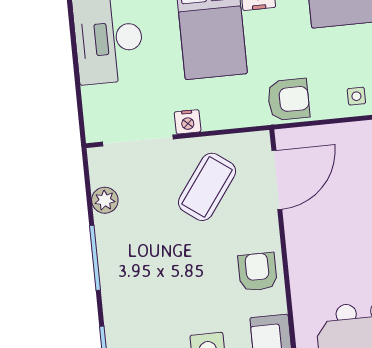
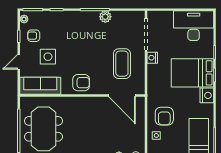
armchair: (288, 99) -> (164, 116), moved
coffee table: (207, 187) -> (122, 64), turned 54
plant: (105, 200) -> (105, 17), moved

